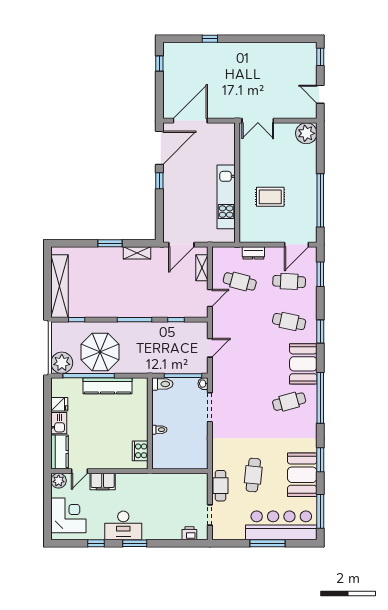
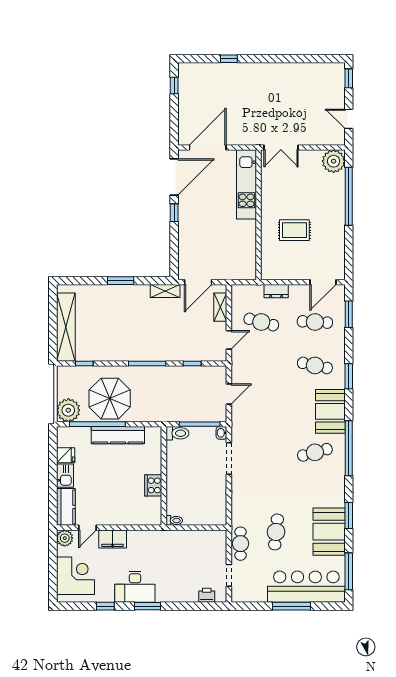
kitchen unit: (226, 197) -> (247, 184), moved
window: (320, 200) -> (349, 196), moved
shelving: (137, 253) -> (165, 291), moved
toilet: (159, 430) -> (174, 520), moved
cooker: (140, 451) -> (153, 485), moved

